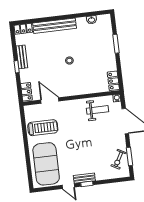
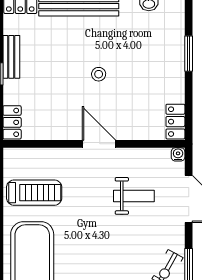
door: (50, 101) -> (99, 144), moved
weight bench: (98, 110) -> (134, 196), moved

